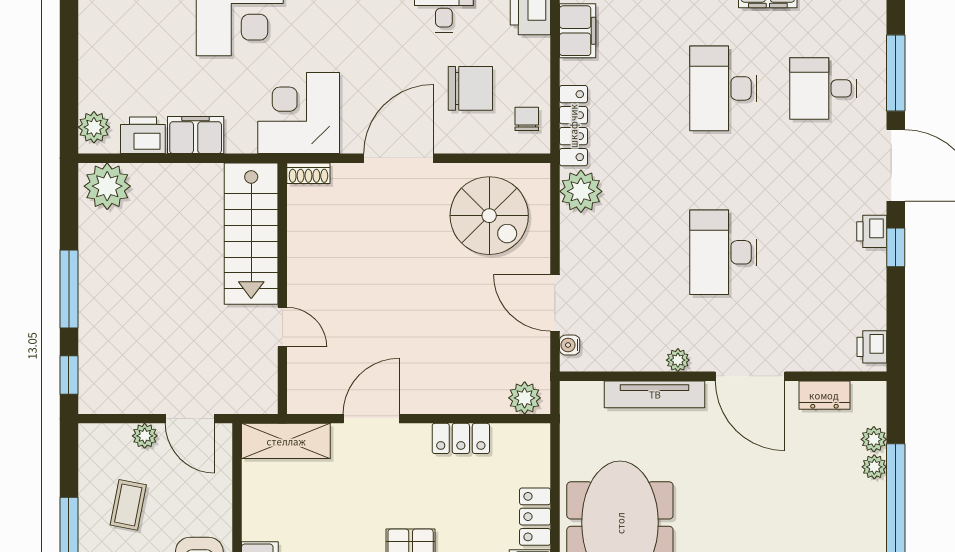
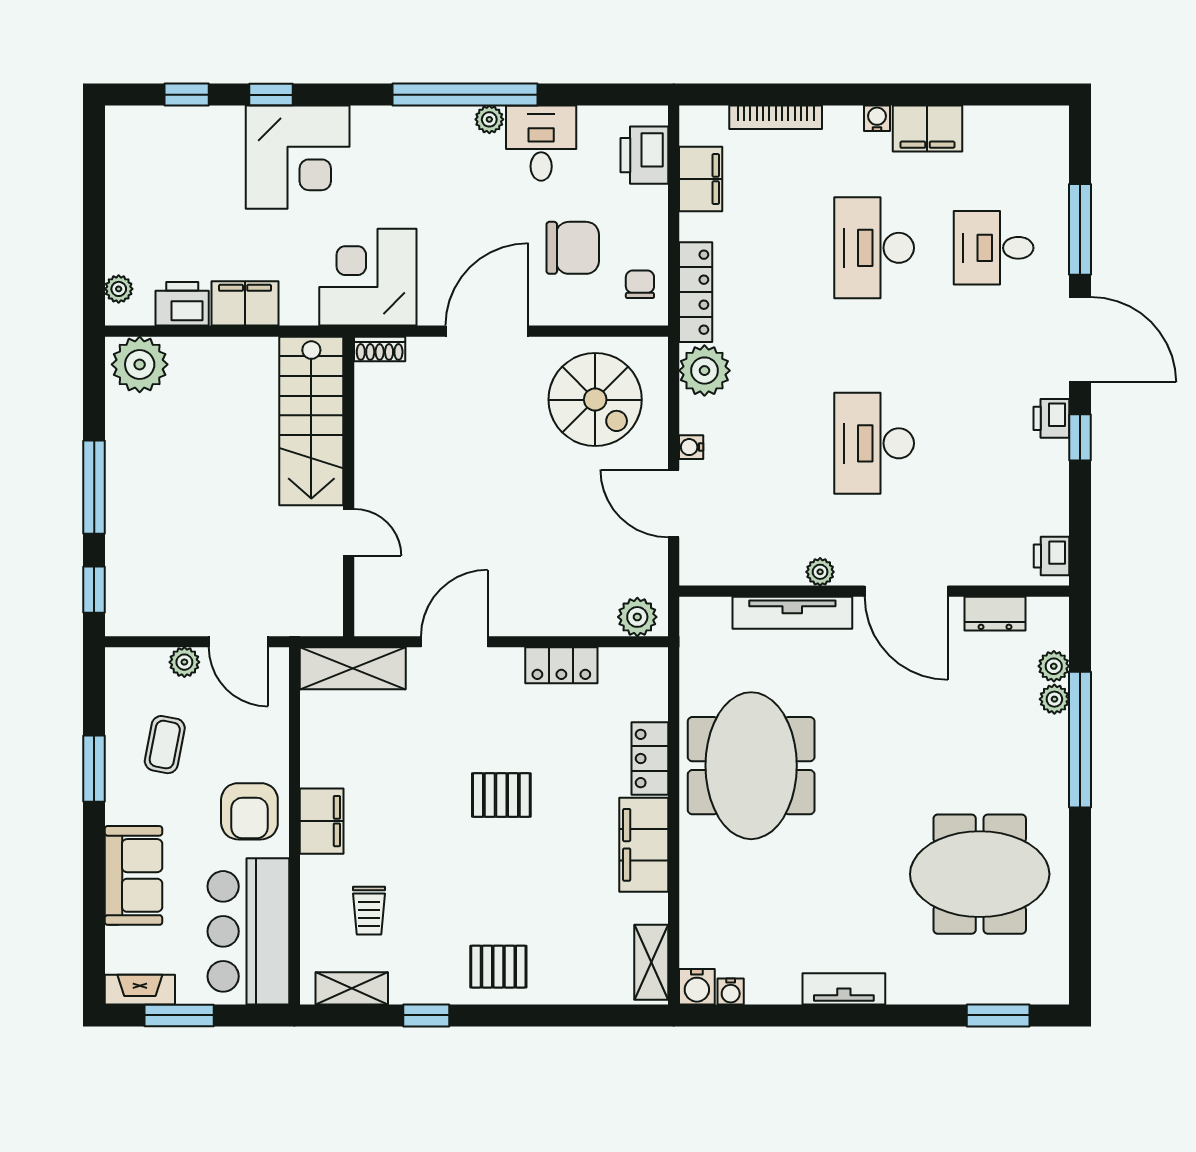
plant: (94, 127) -> (119, 289), width x0.73, depth x0.73
water cooler: (570, 345) -> (691, 447), moved

